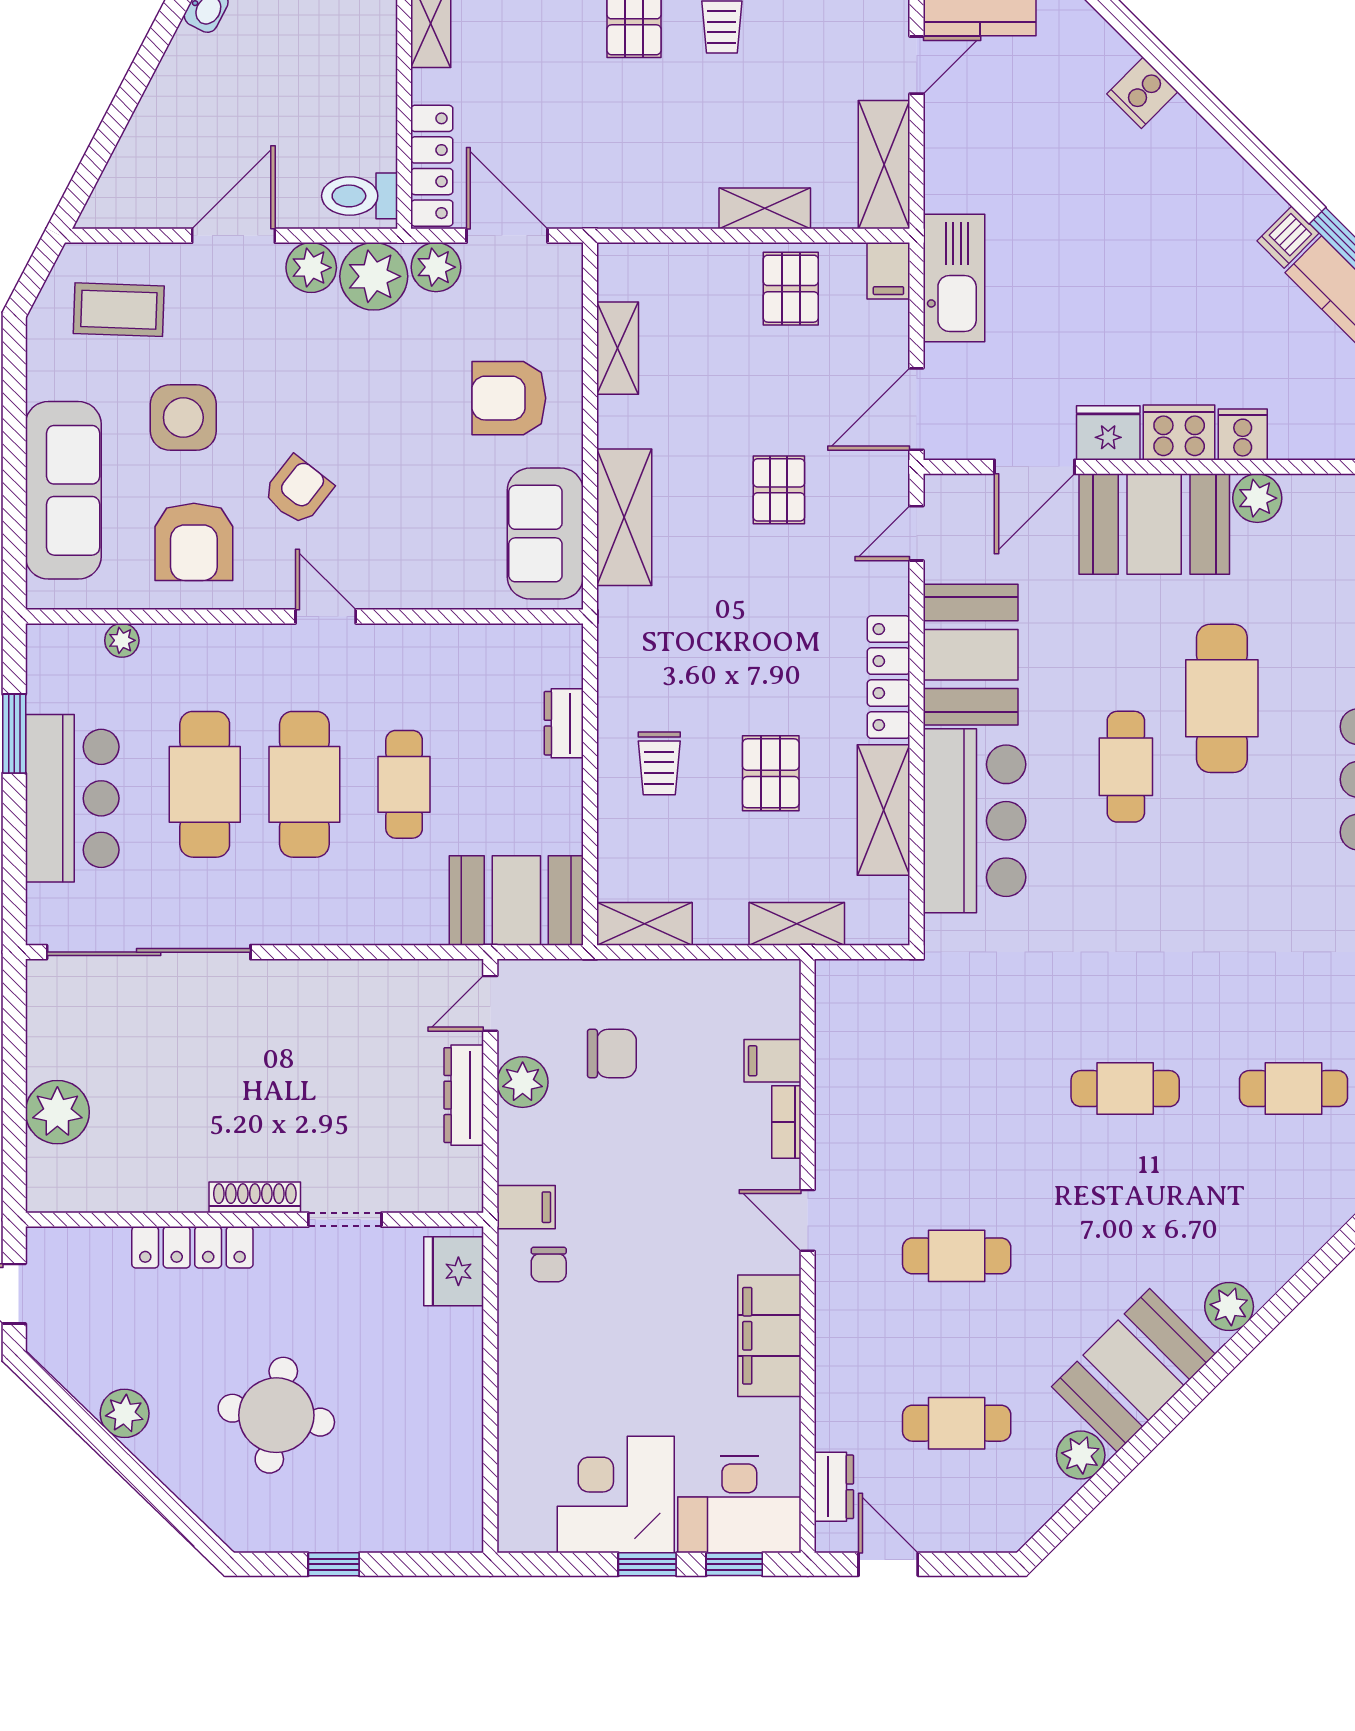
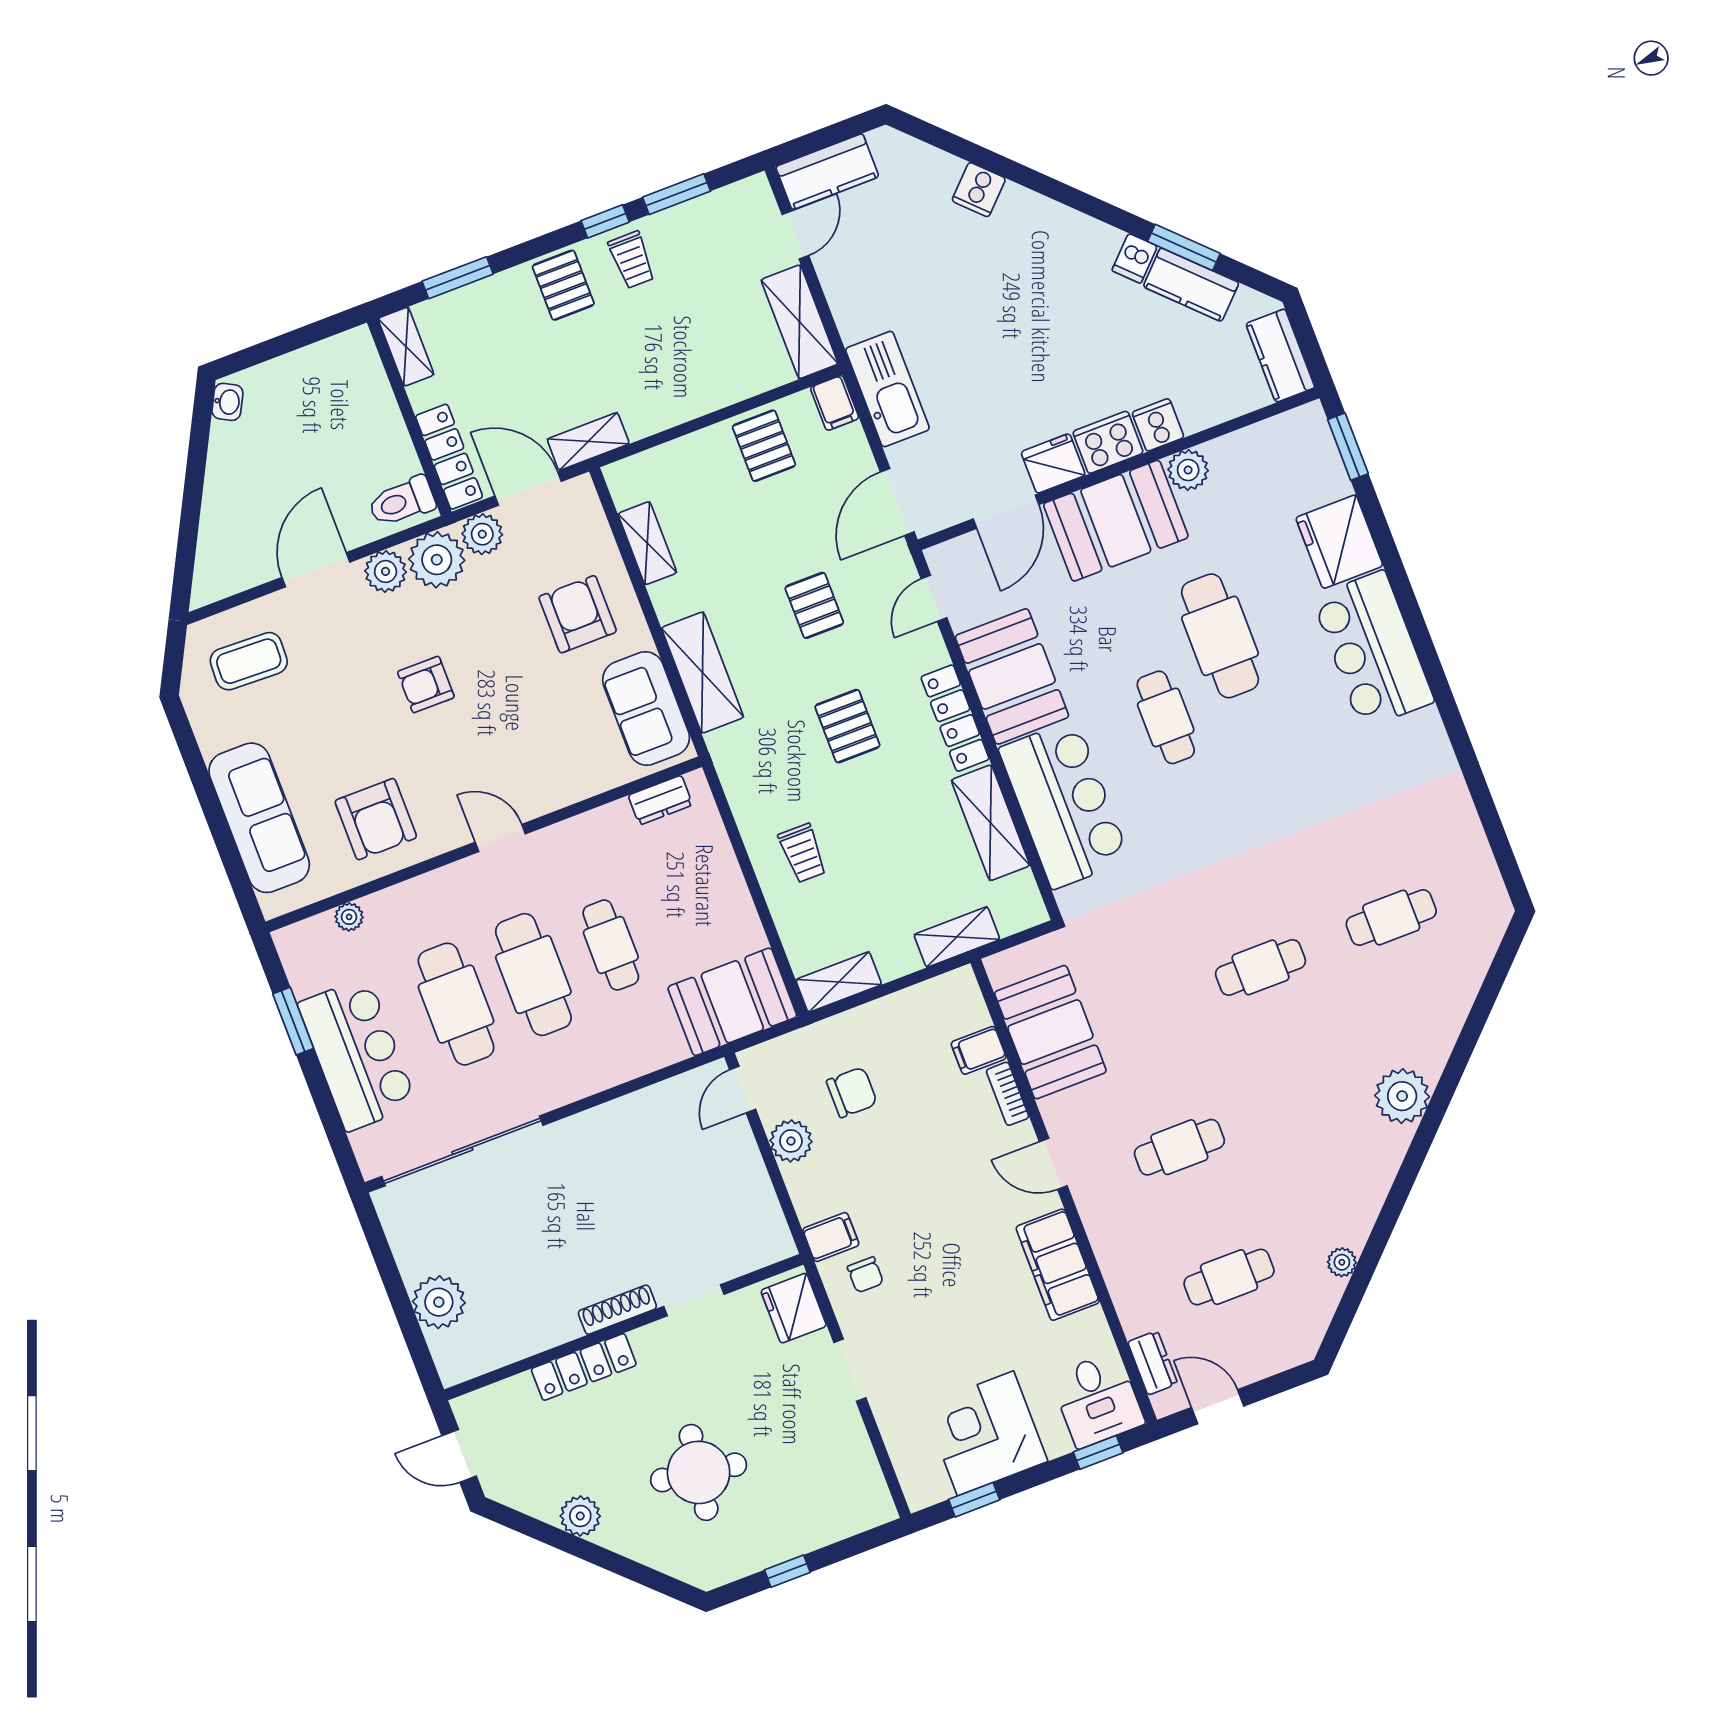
shelving: (765, 208) -> (588, 441), moved
armchair: (509, 398) -> (578, 614), turned 90
side table: (183, 417) -> (331, 726), removed
armchair: (298, 490) -> (426, 685), moved, turned -128
dresser: (564, 723) -> (660, 800), moved, turned -90
pallet: (771, 773) -> (847, 726), moved
dresser: (464, 1095) -> (749, 1168), removed
plant: (1229, 1307) -> (1402, 1096), width x1.36, depth x1.36
doorway: (490, 1365) -> (850, 1370), added
booth: (1134, 1370) -> (1050, 1032), moved, turned -45
plant: (1081, 1455) -> (1342, 1262), width x0.73, depth x0.73
desk: (739, 1505) -> (1097, 1400), width x0.73
window: (647, 1564) -> (974, 1500), moved

